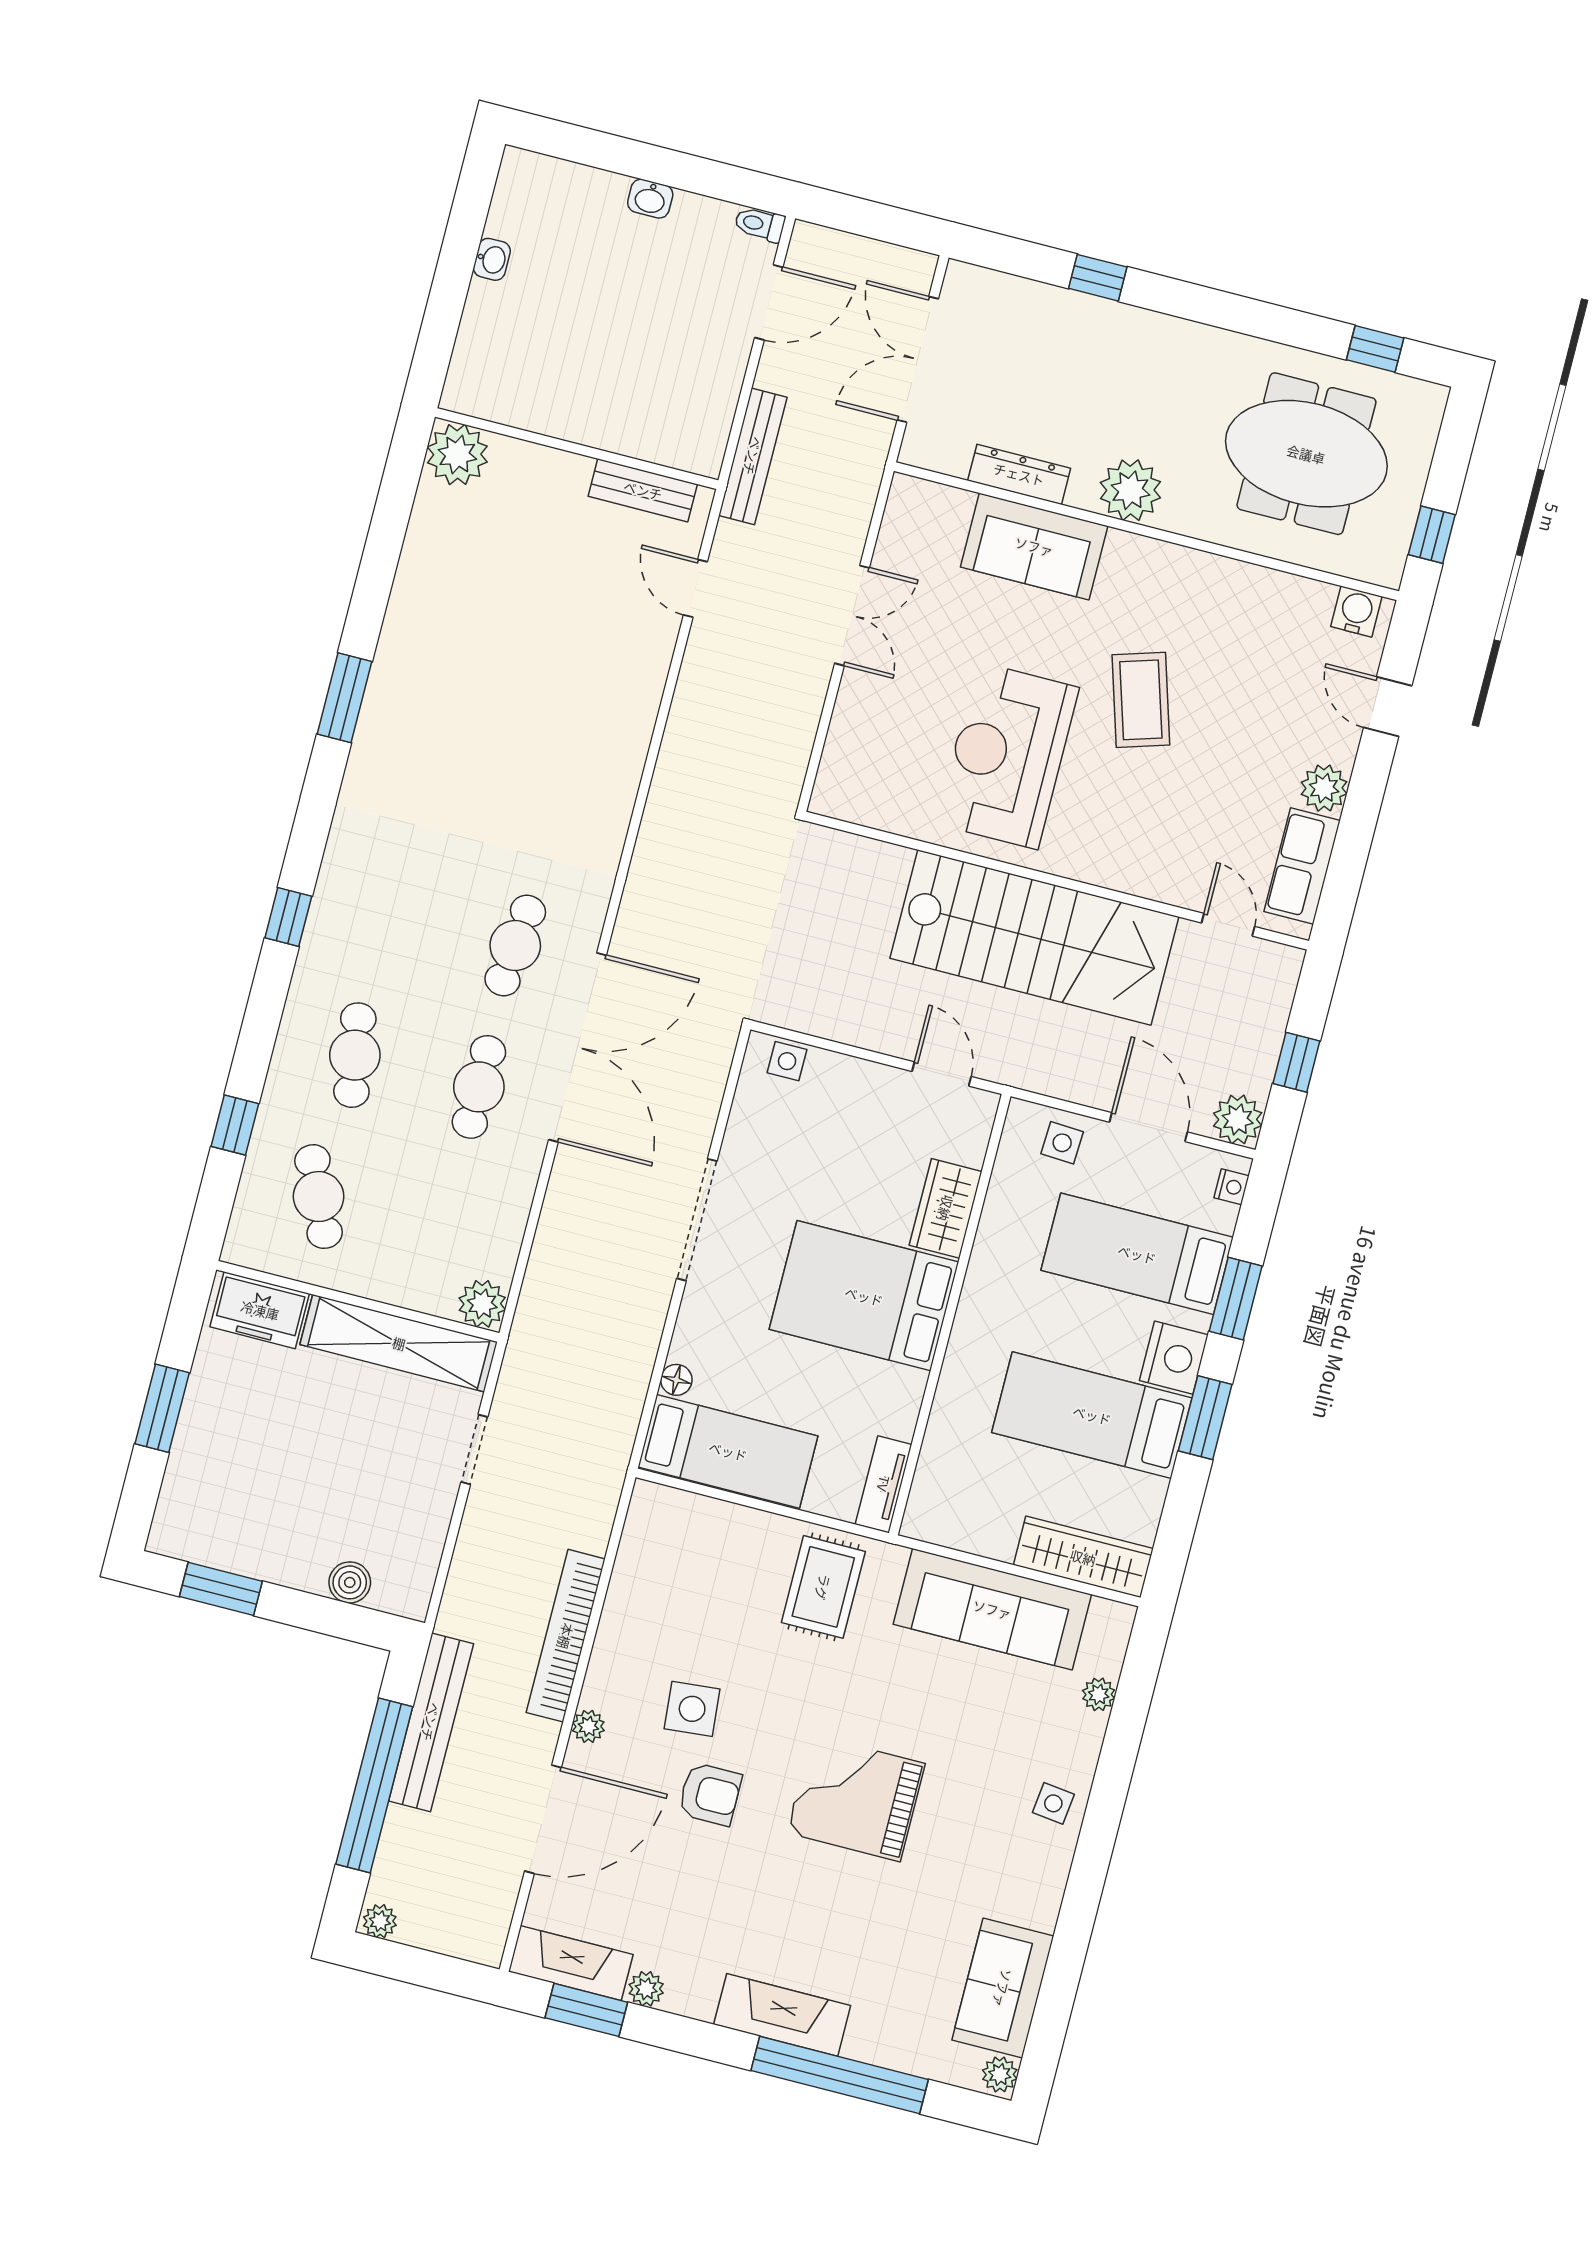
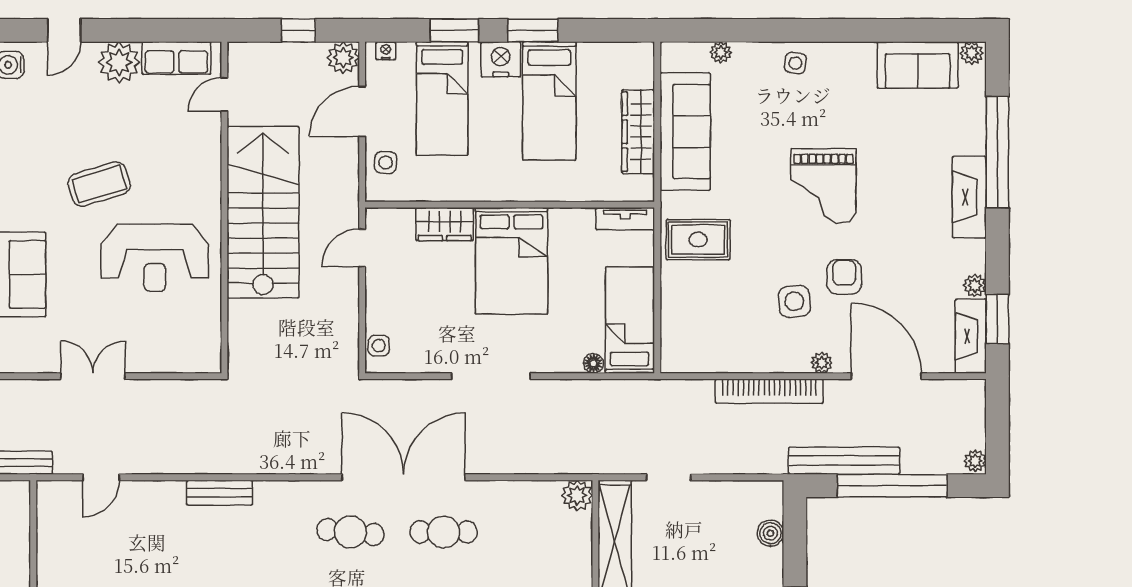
bench: (643, 490) -> (220, 493), moved, turned 90
plant: (1324, 788) -> (119, 62), width x1.36, depth x1.36
wardrobe: (1083, 1557) -> (638, 132), moved

